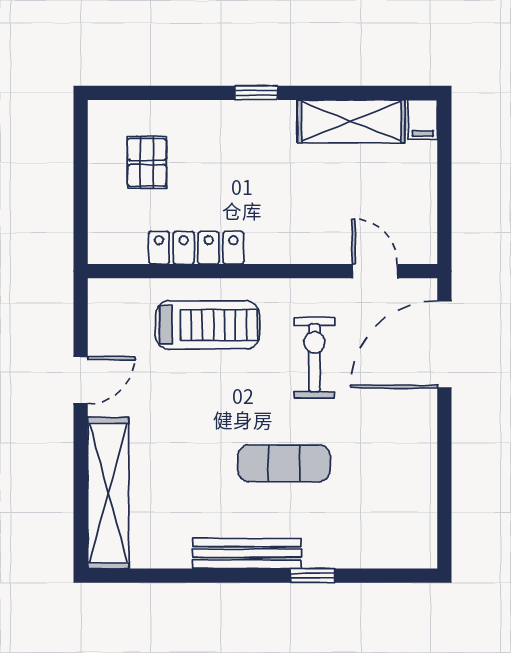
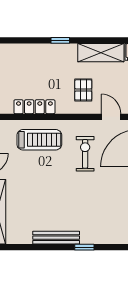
pallet: (147, 162) -> (83, 90), moved
exercise mat: (284, 463) -> (72, 199), removed

